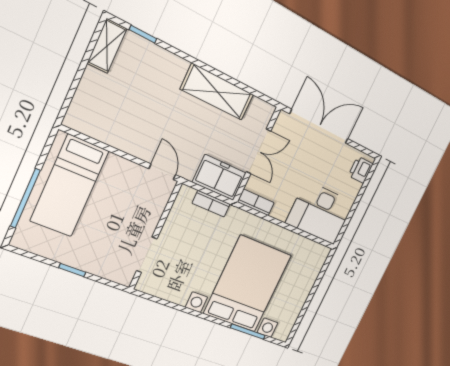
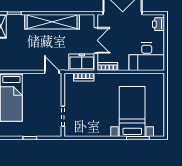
shelving: (217, 92) -> (52, 22), width x1.47
bed with nightstands: (248, 284) -> (132, 111), width x0.73

